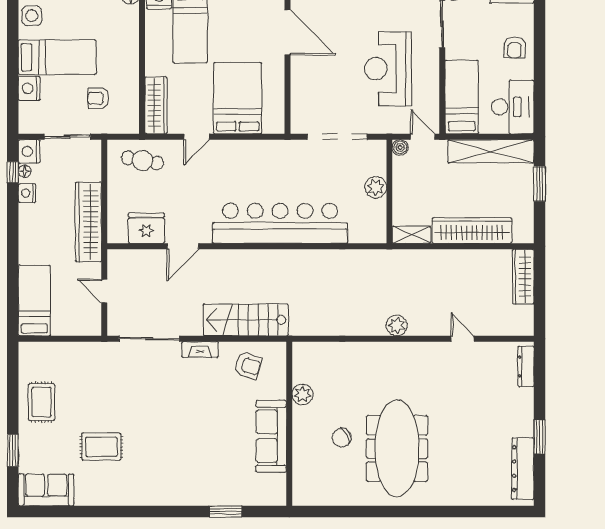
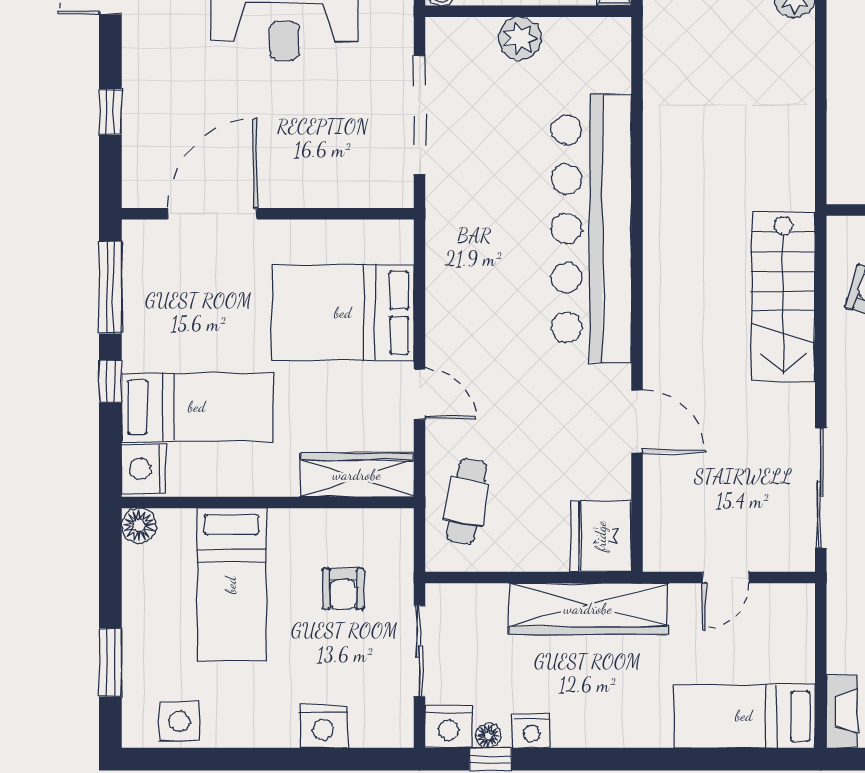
bed: (57, 57) -> (231, 585), moved, turned 180
fridge: (146, 228) -> (601, 536), moved
fireplace: (200, 349) -> (842, 711), moved

